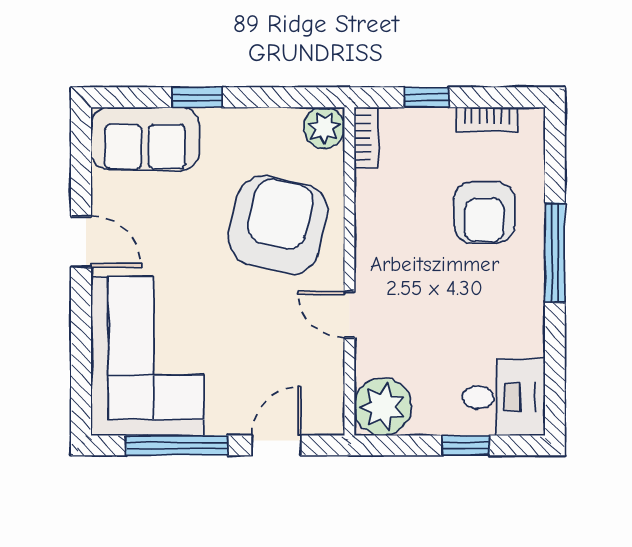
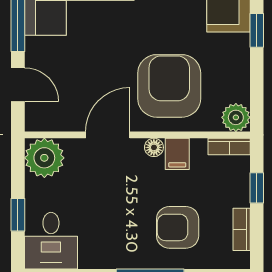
filing cabinet: (377, 213) -> (177, 154), added
armchair: (278, 225) -> (169, 86), turned -103
floor lamp: (368, 247) -> (154, 147), added
door: (349, 314) -> (108, 135), width x1.38

